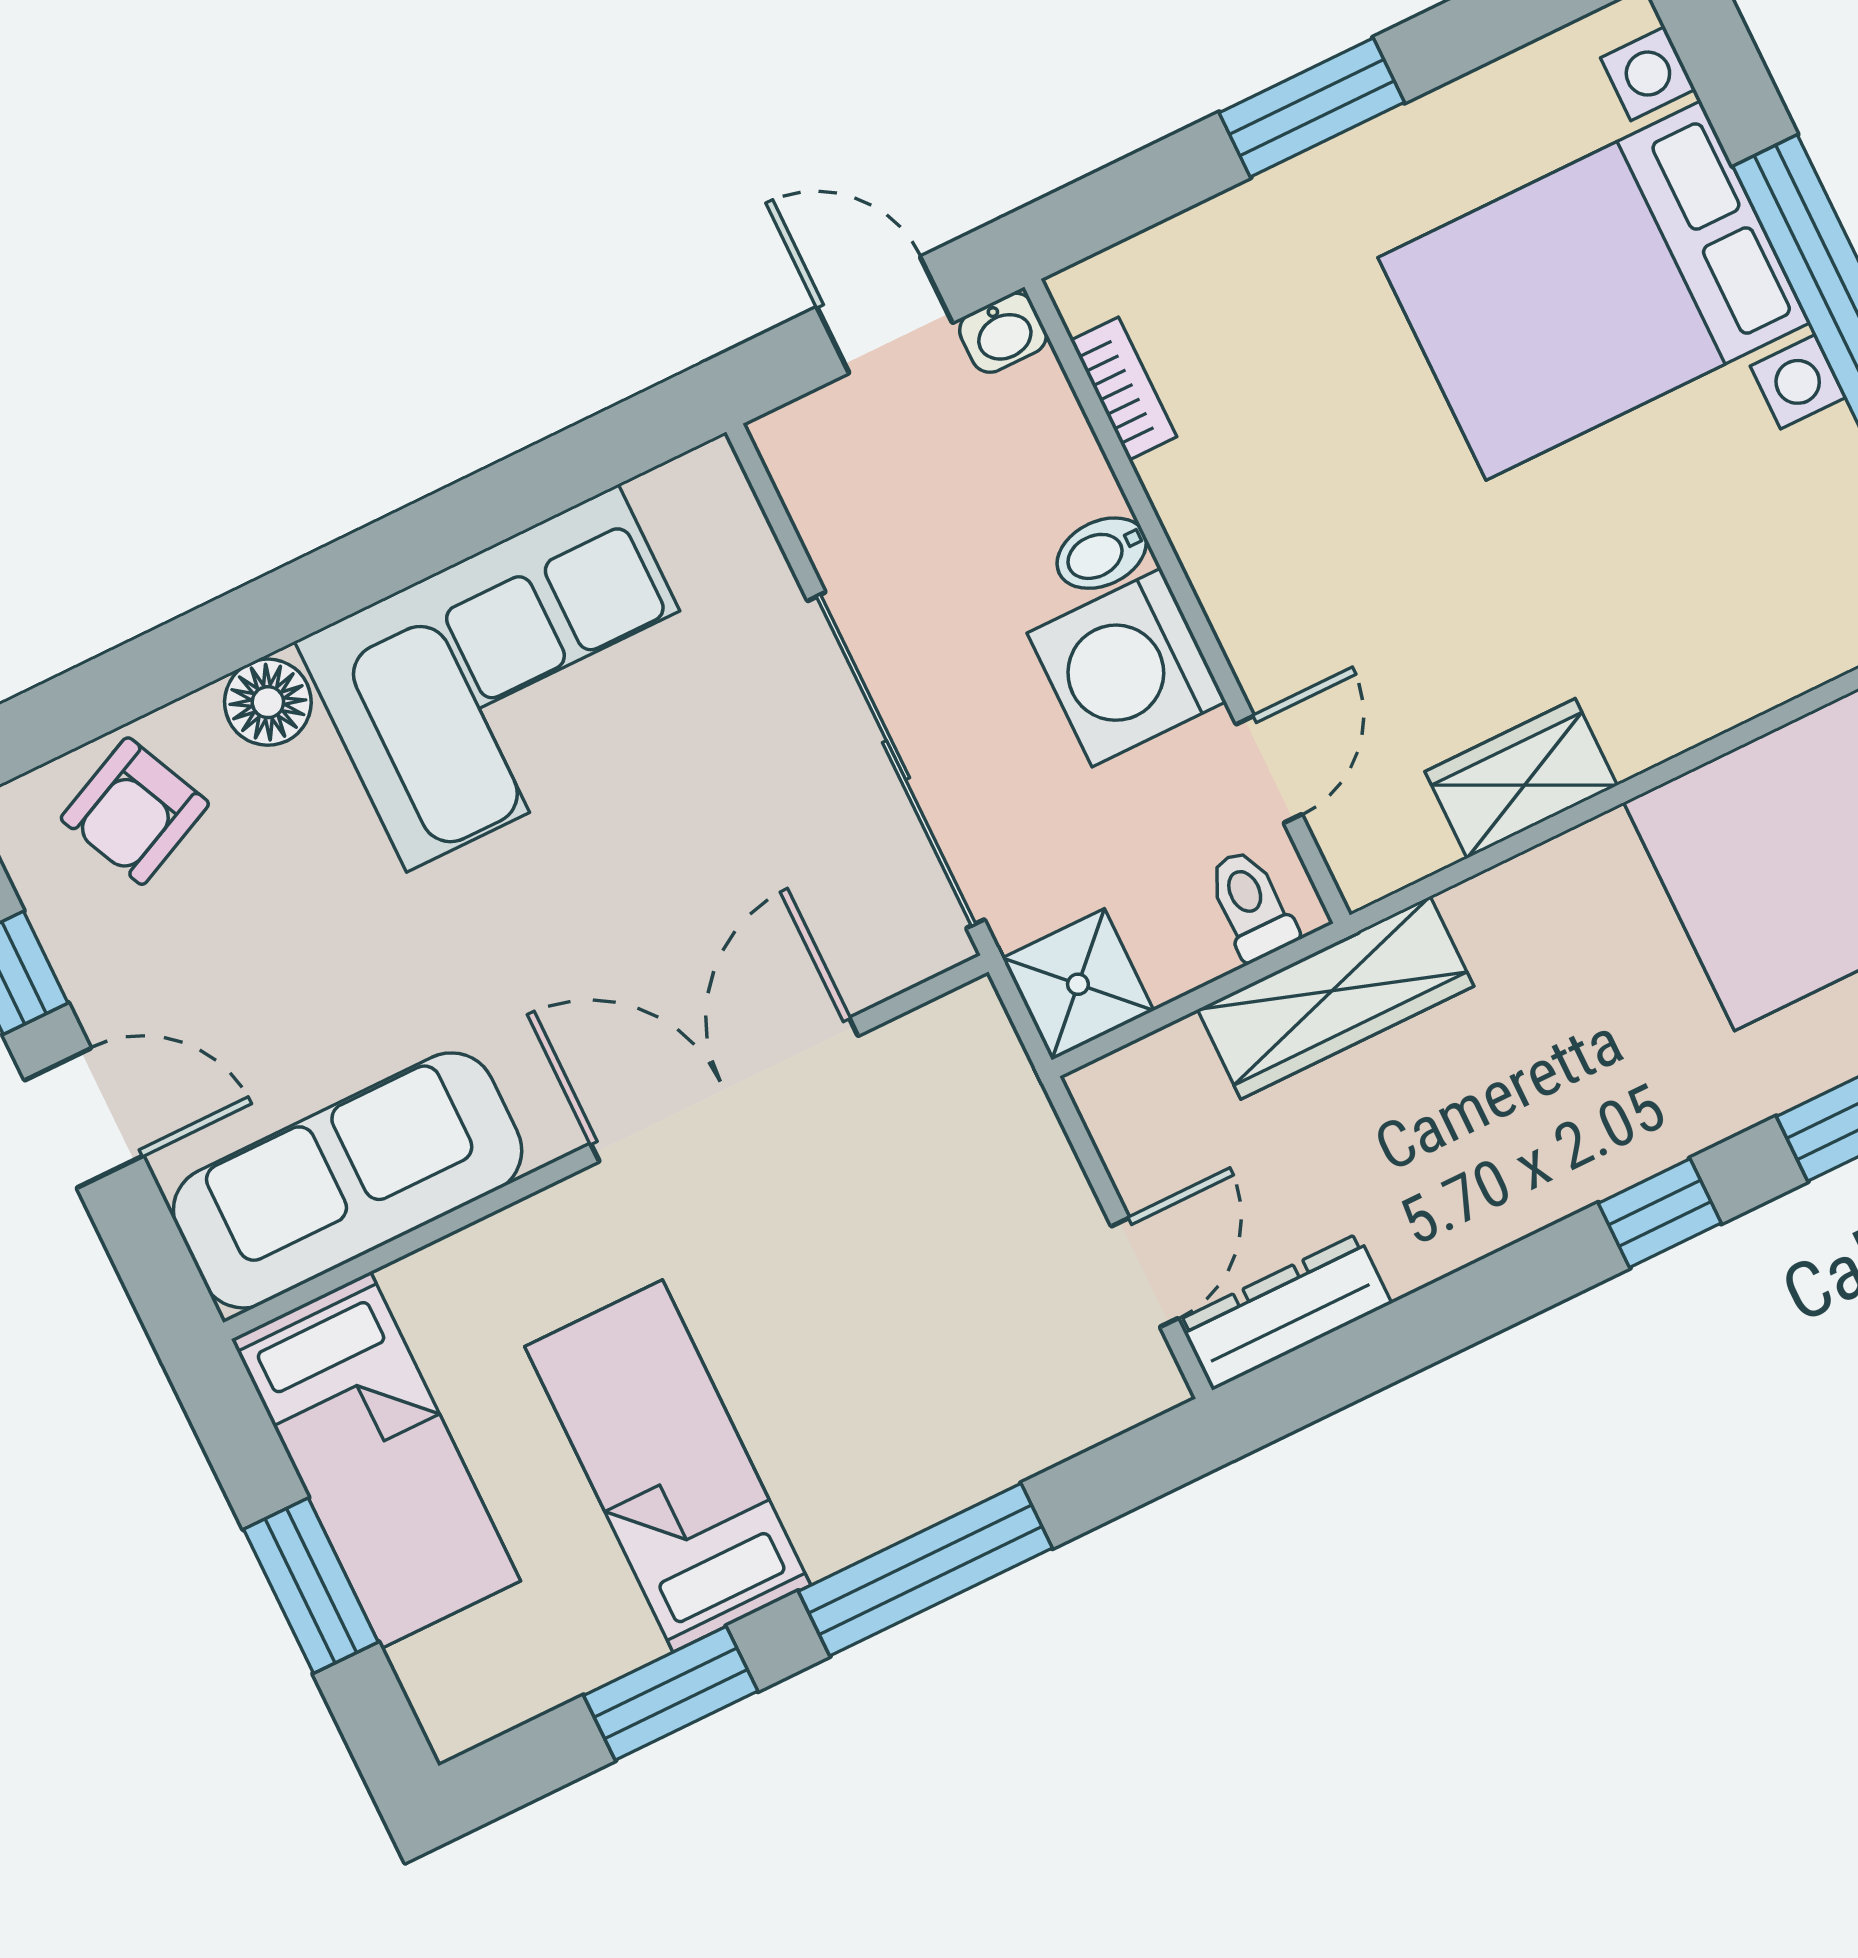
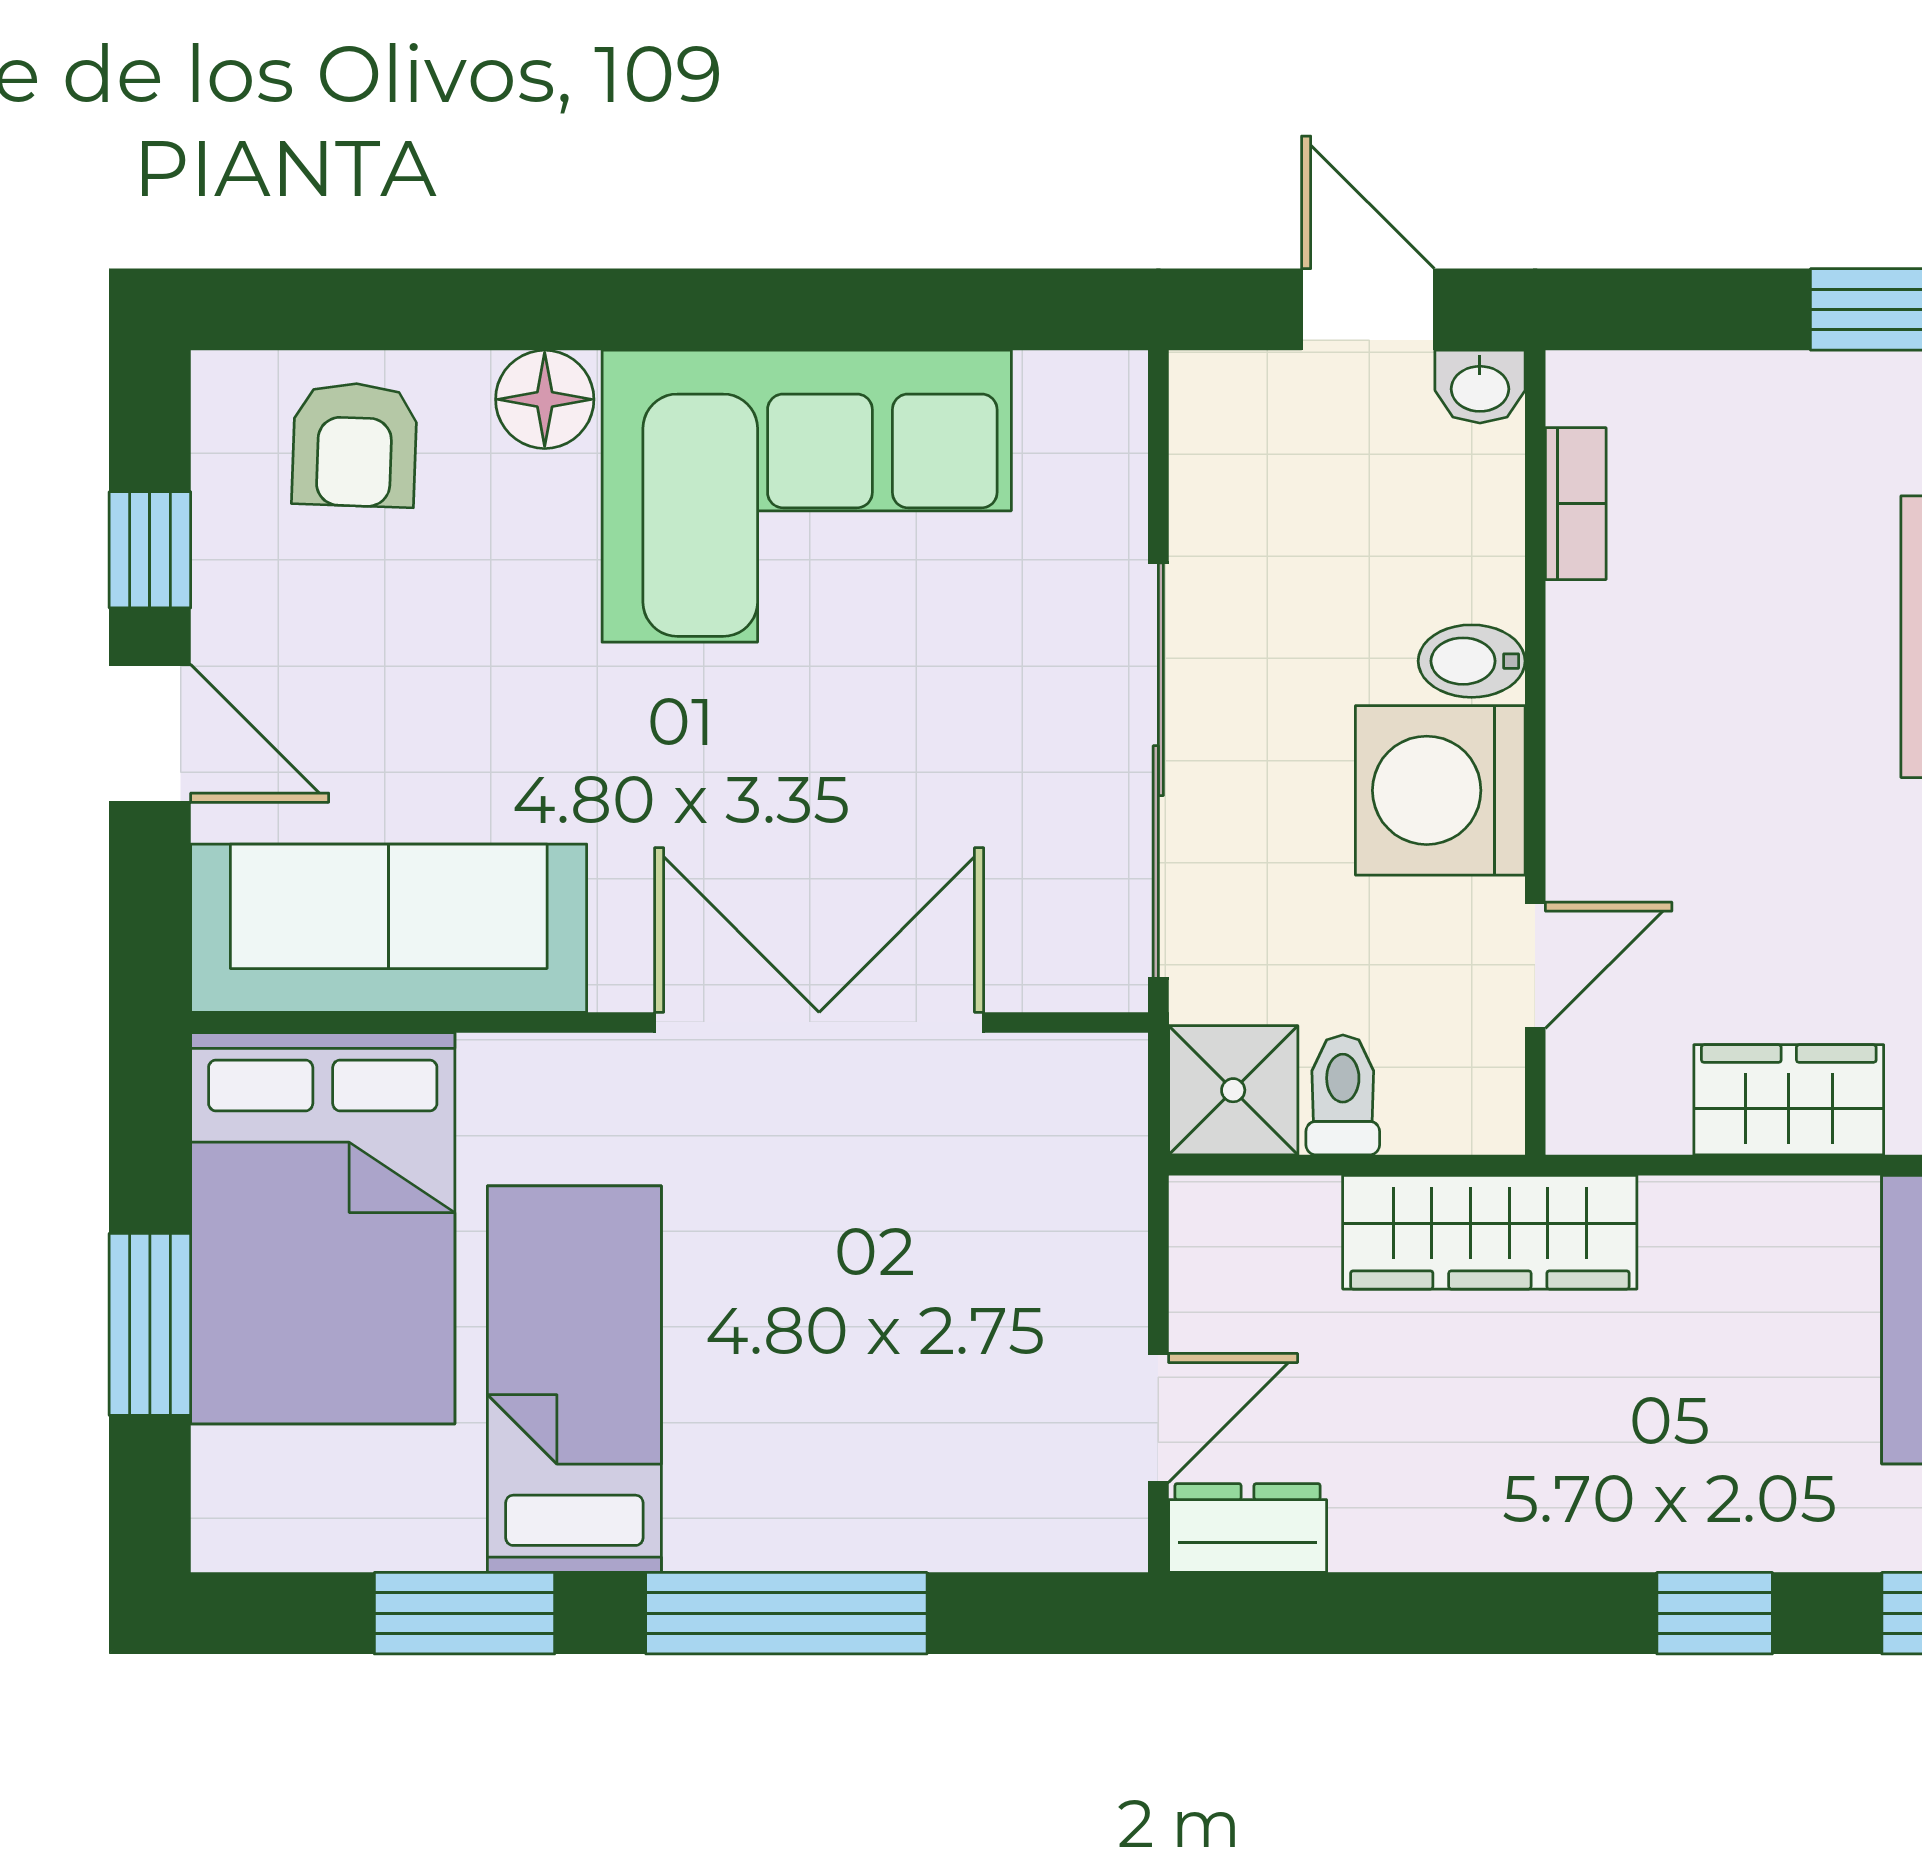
armchair: (135, 811) -> (355, 445), turned -63
toilet: (1251, 905) -> (1343, 1095), moved
dresser: (1285, 1312) -> (1248, 1528), width x0.70
bed: (376, 1460) -> (323, 1228), width x1.50

